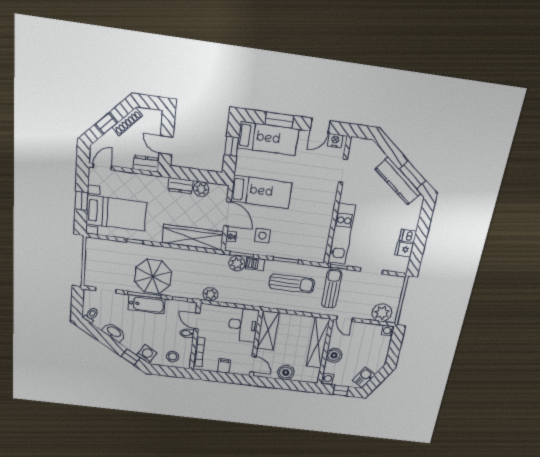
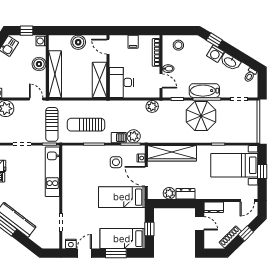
washing machine: (147, 354) -> (215, 54), moved

